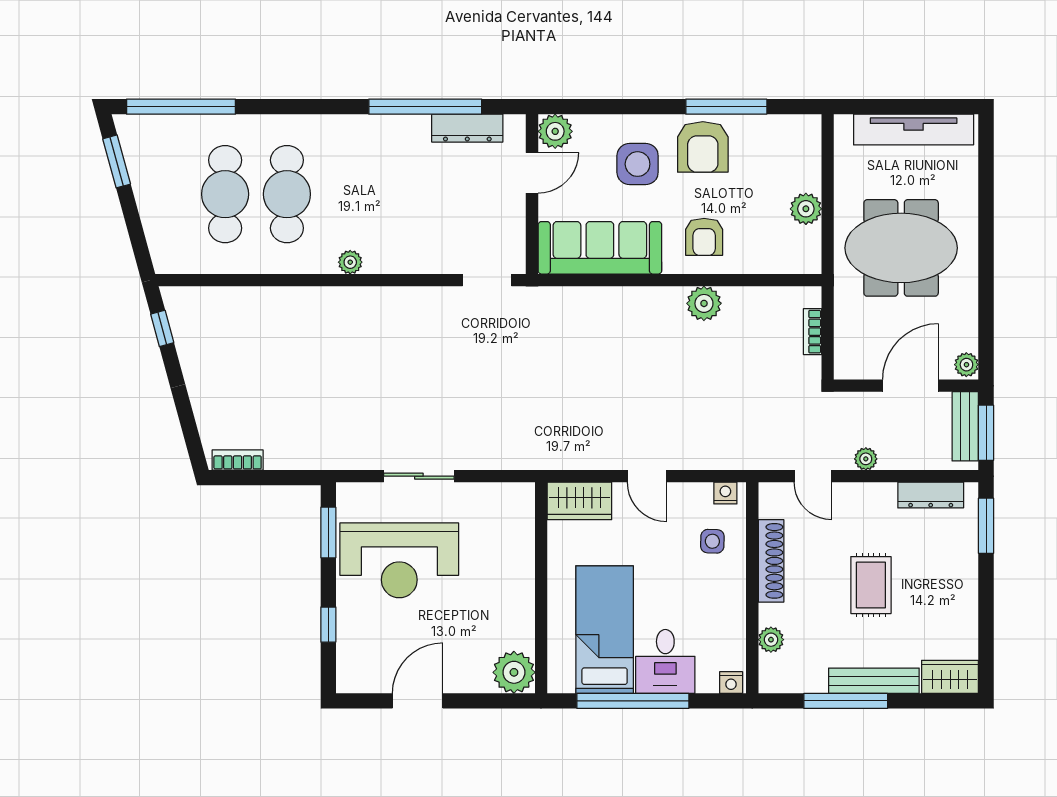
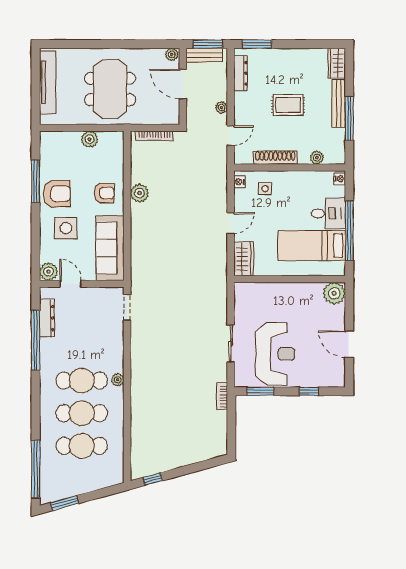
cafe table: (349, 194) -> (82, 381), added
bookcase: (812, 332) -> (154, 136), width x1.56
bookcase: (238, 460) -> (222, 396), moved

